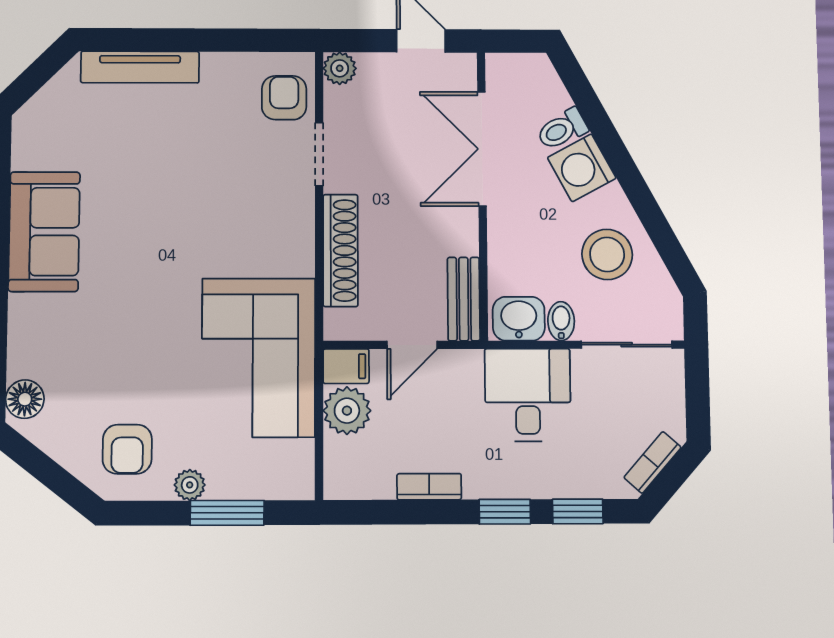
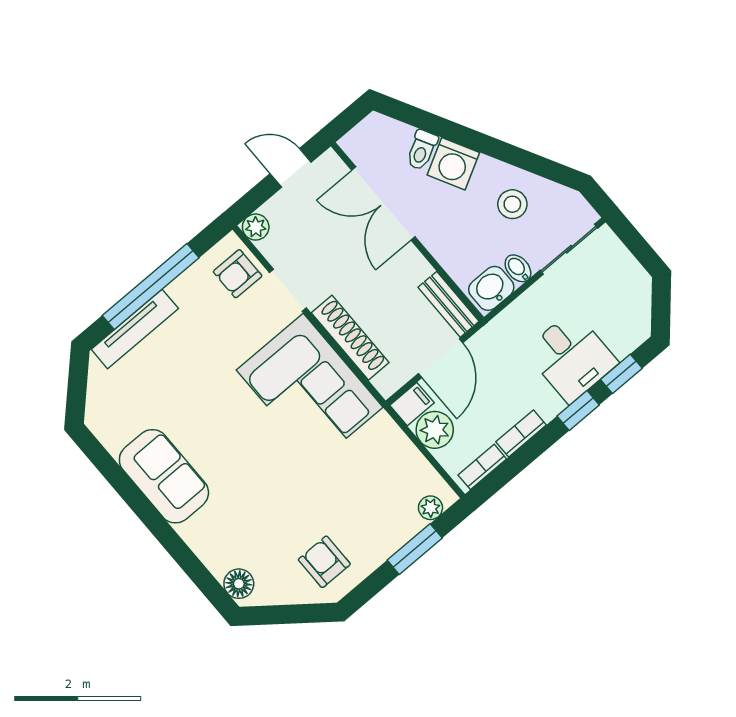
window: (190, 40) -> (151, 287), added
armchair: (284, 98) -> (238, 274), turned -90
stool: (607, 254) -> (512, 204), width x0.73, depth x0.73
door: (412, 345) -> (441, 358), width x1.38
corner sofa: (258, 358) -> (310, 389), moved
desk: (528, 395) -> (571, 357), moved, turned 180
armchair: (127, 449) -> (324, 562), turned 180
bookcase: (652, 462) -> (482, 467), moved, turned 49
plant: (190, 485) -> (430, 508), moved

